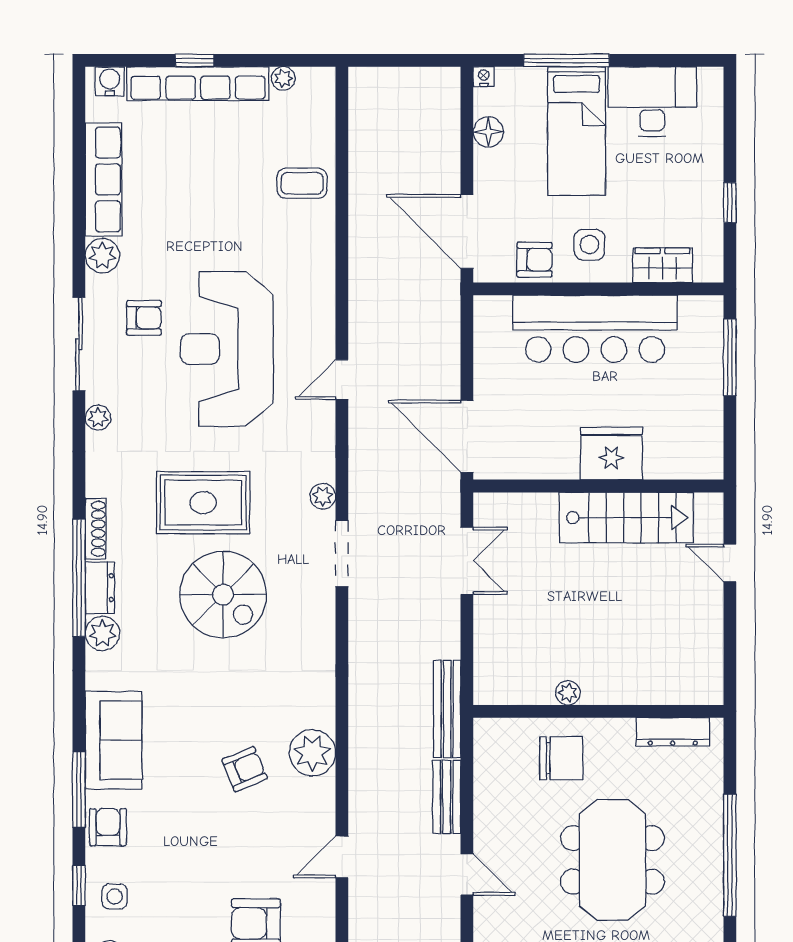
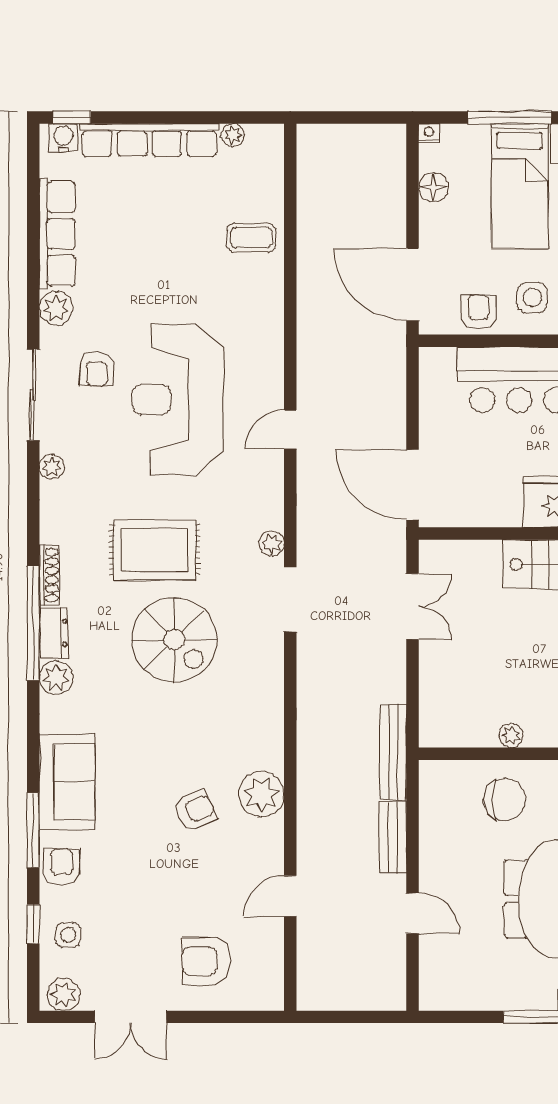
window: (195, 60) -> (72, 117), moved
armchair: (535, 260) -> (479, 312), turned -90
armchair: (144, 318) -> (97, 369), turned 90

